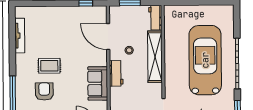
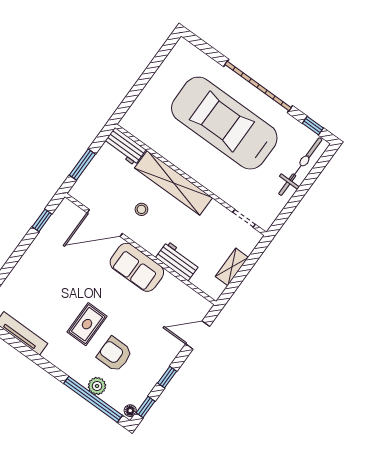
workbench: (116, 73) -> (178, 261), moved
sofa: (98, 83) -> (137, 267), moved
plant: (21, 94) -> (97, 386), added

